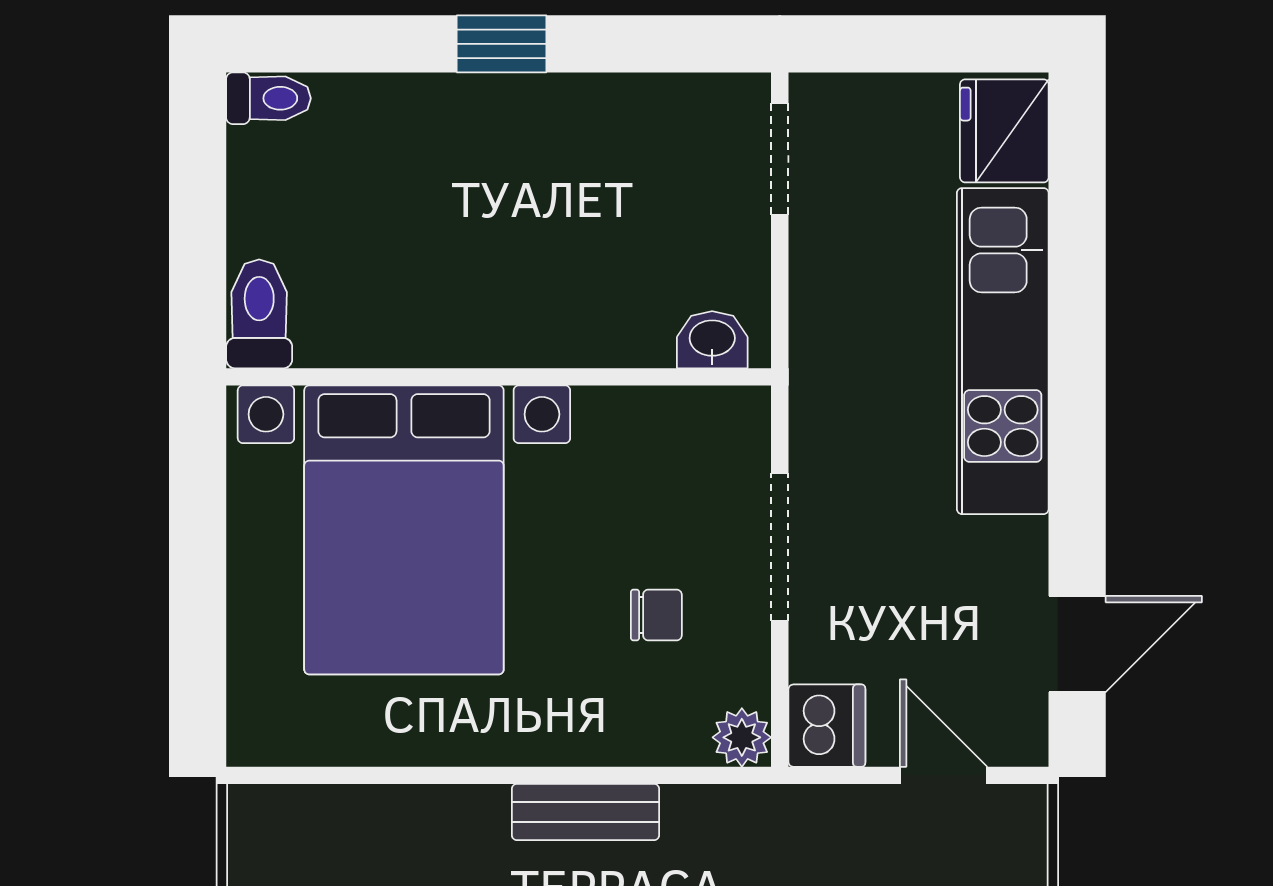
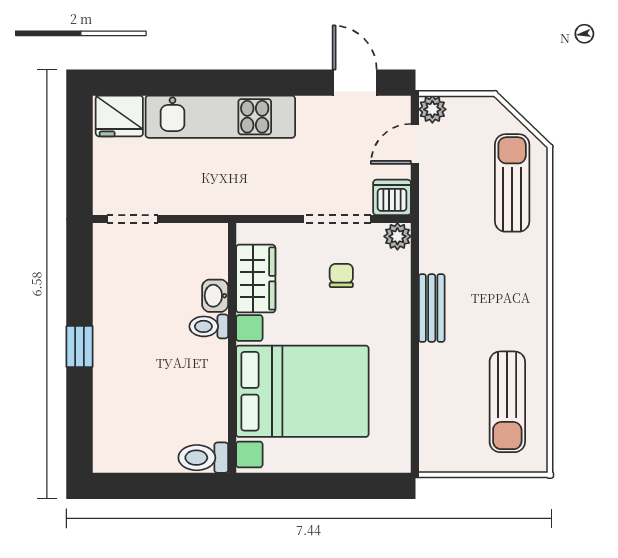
toilet: (268, 98) -> (209, 326), moved, turned -90
washbasin: (712, 340) -> (215, 296), moved
wardrobe: (650, 428) -> (256, 279), added
doorway: (780, 547) -> (337, 219), moved
plant: (1019, 814) -> (432, 109), added

